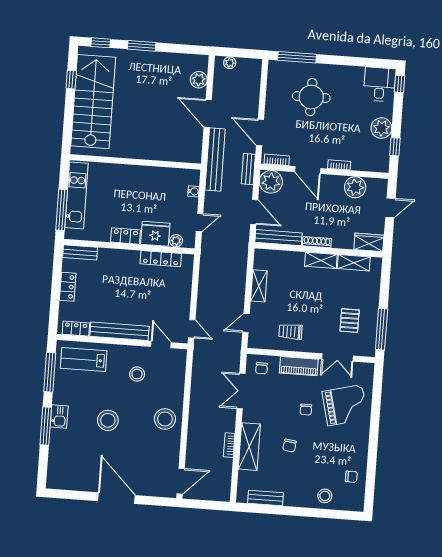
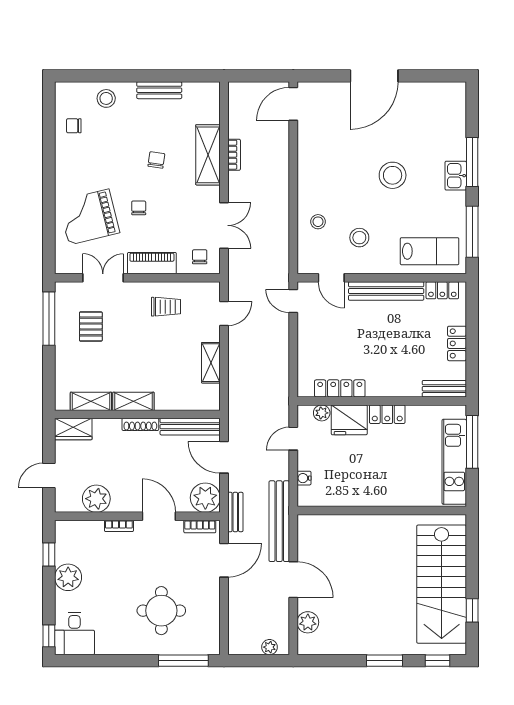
door: (260, 132) -> (224, 560), hinge flipped
stool: (165, 419) -> (318, 222), moved, width x0.53, depth x0.53
door: (117, 498) -> (374, 76), hinge flipped
bench: (265, 498) -> (159, 90), moved

